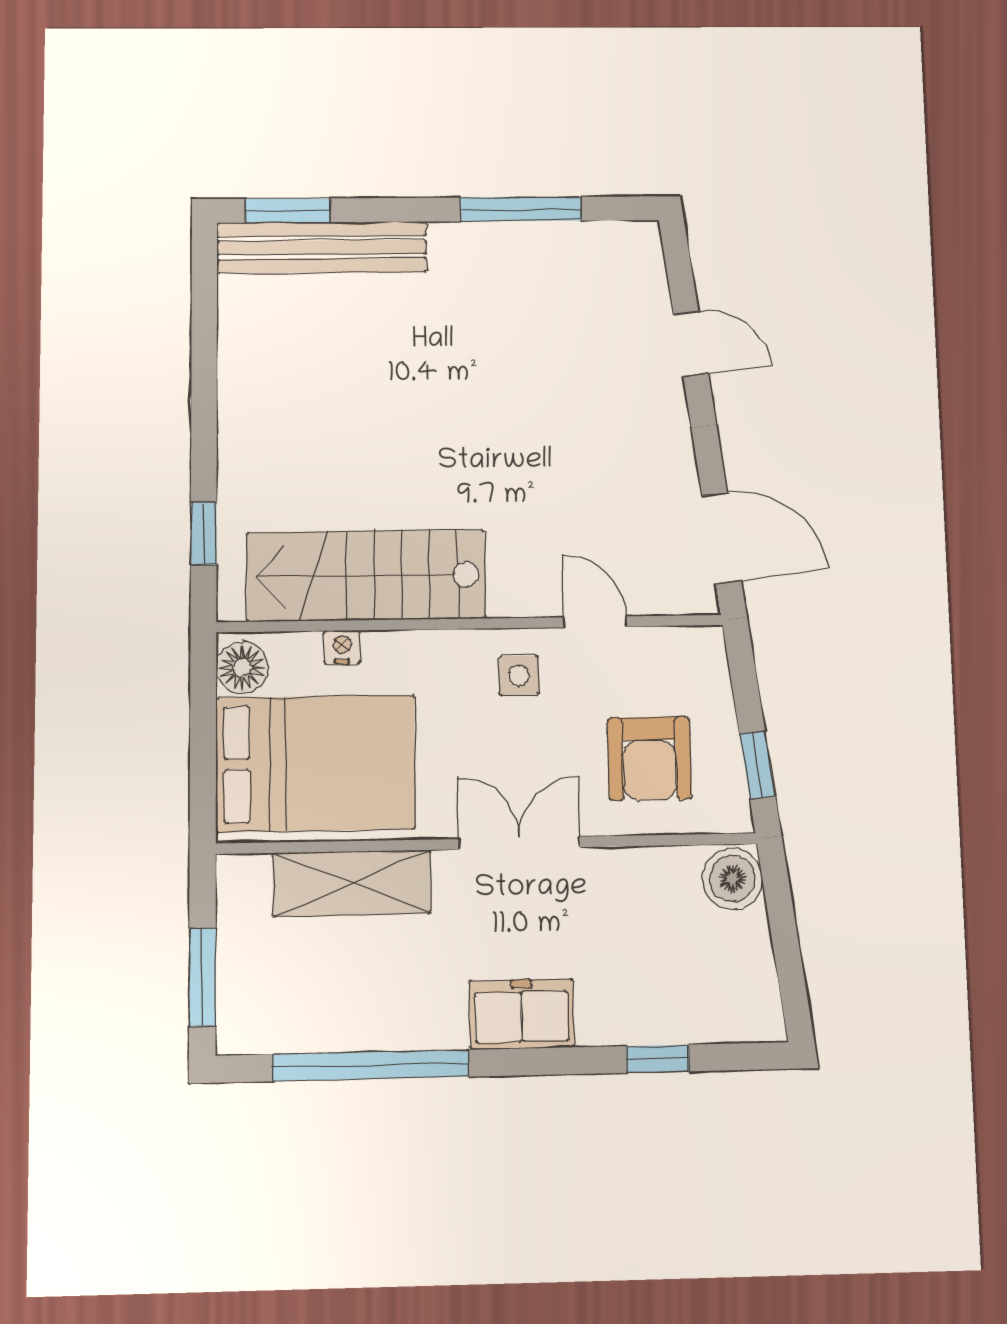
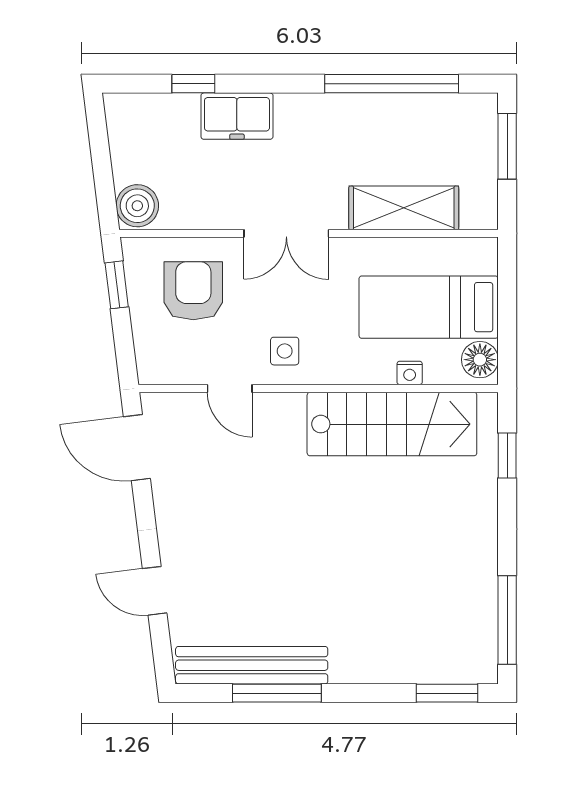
bench: (322, 247) -> (252, 665), moved
window: (204, 309) -> (507, 620), added
bed: (316, 763) -> (429, 307), width x0.67
freezer: (522, 1014) -> (237, 116), moved

